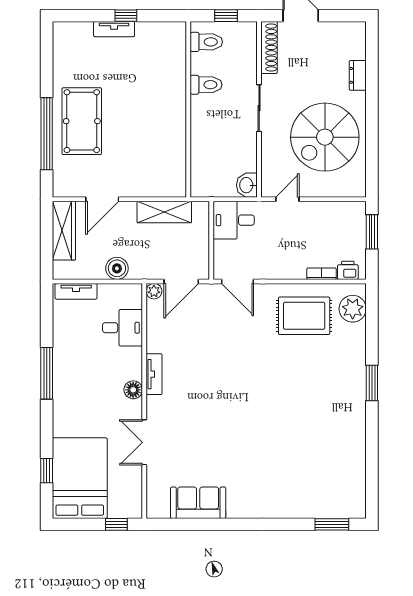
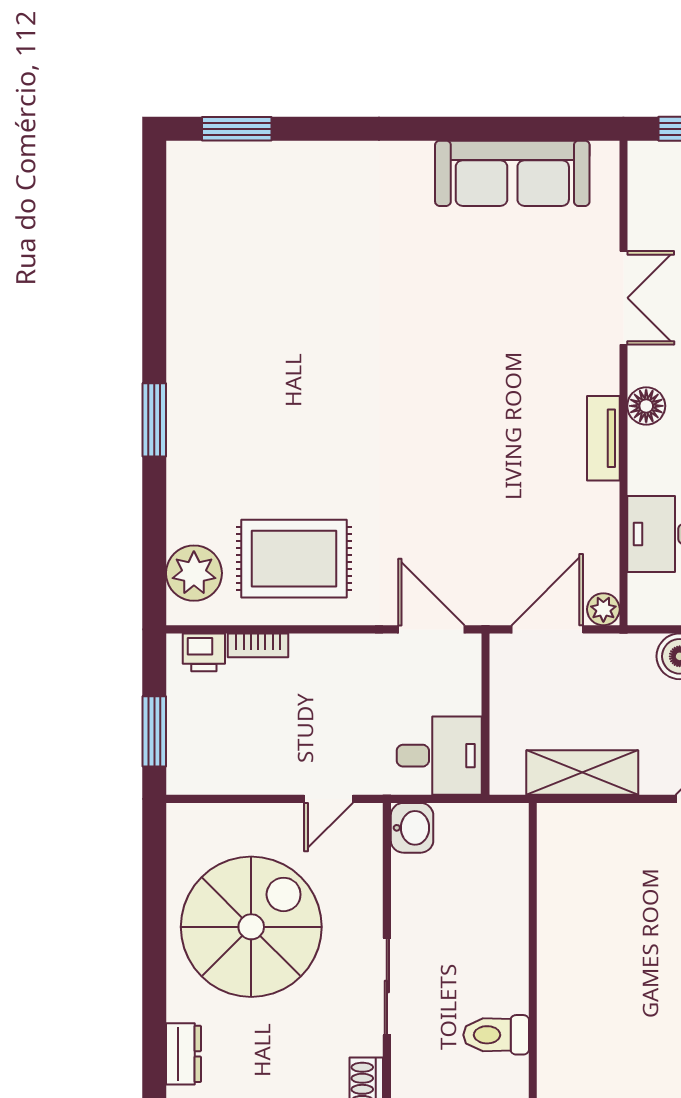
sofa: (198, 503) -> (512, 173), width x1.36

